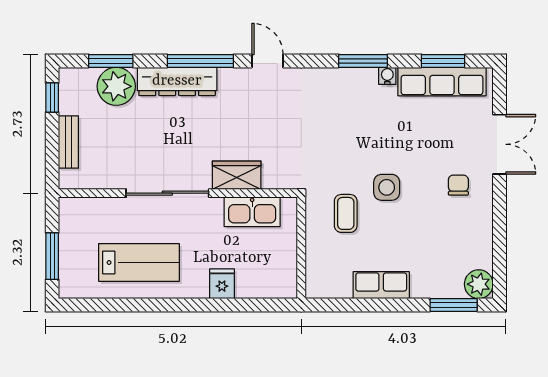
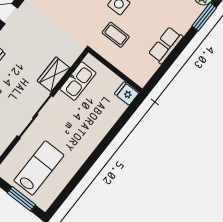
lab bench: (139, 262) -> (39, 168), moved
fridge: (222, 284) -> (127, 94), moved

